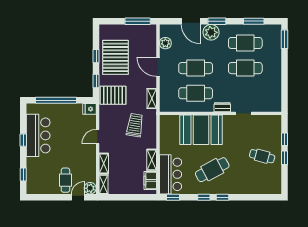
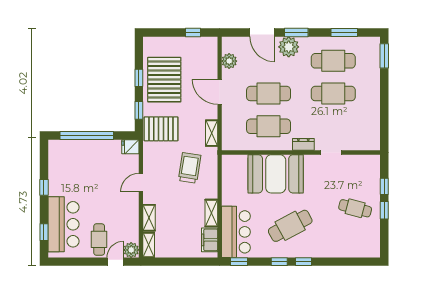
window: (138, 21) -> (193, 33), width x0.46
bar counter: (38, 135) -> (63, 224), moved

